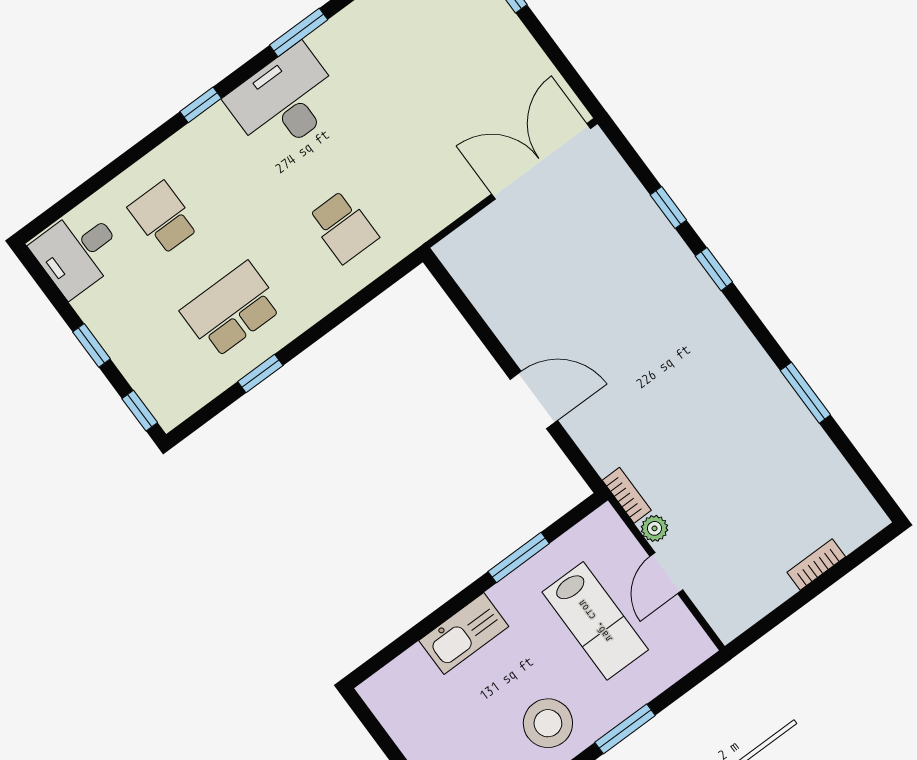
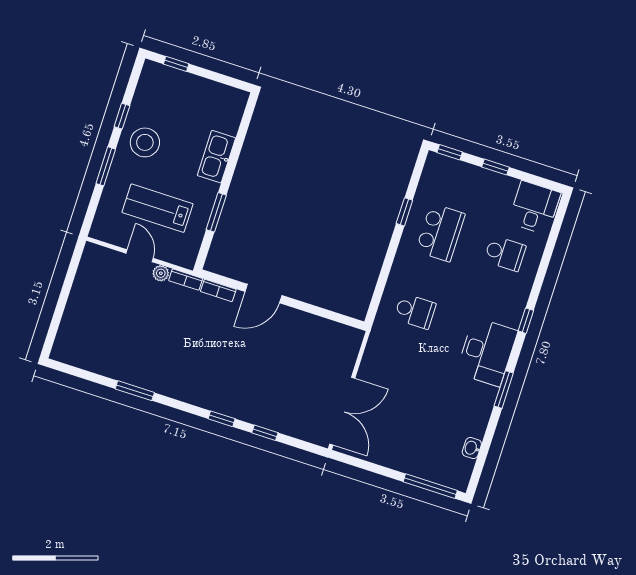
school desk: (343, 227) -> (415, 311), turned 180
bookcase: (816, 564) -> (218, 290), moved, turned 90

